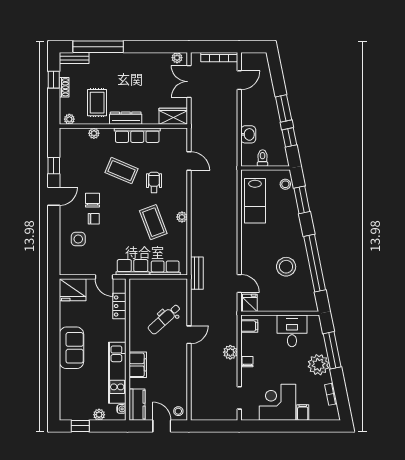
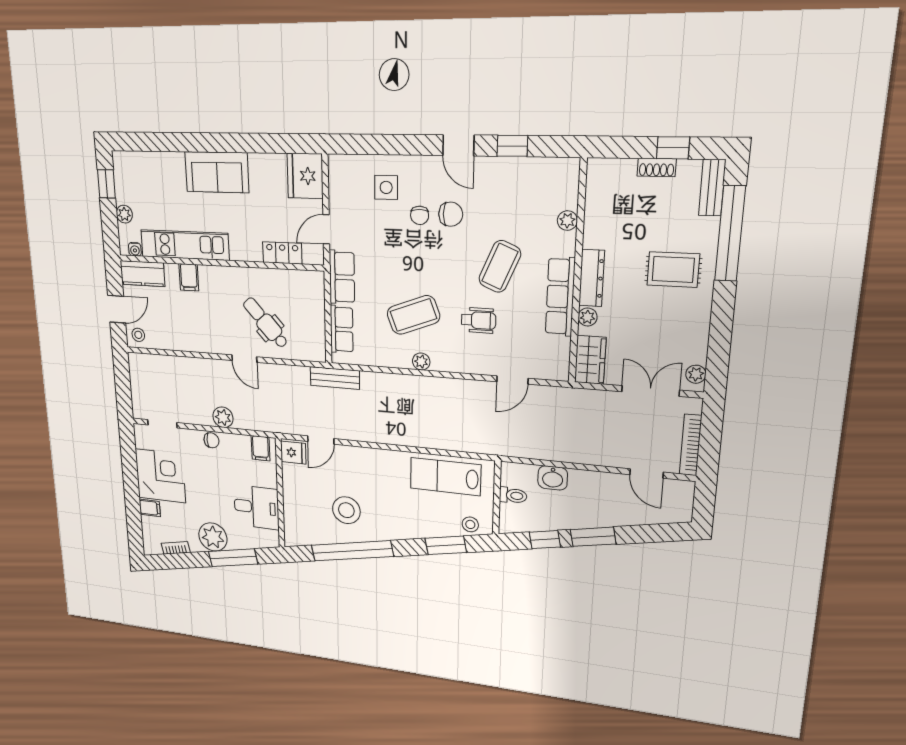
rug: (97, 103) -> (673, 270), moved
plant: (69, 119) -> (588, 317), moved
filing cabinet: (138, 365) -> (189, 277), width x0.50

